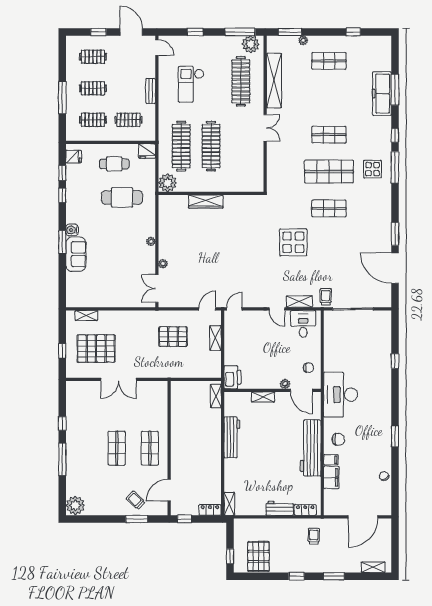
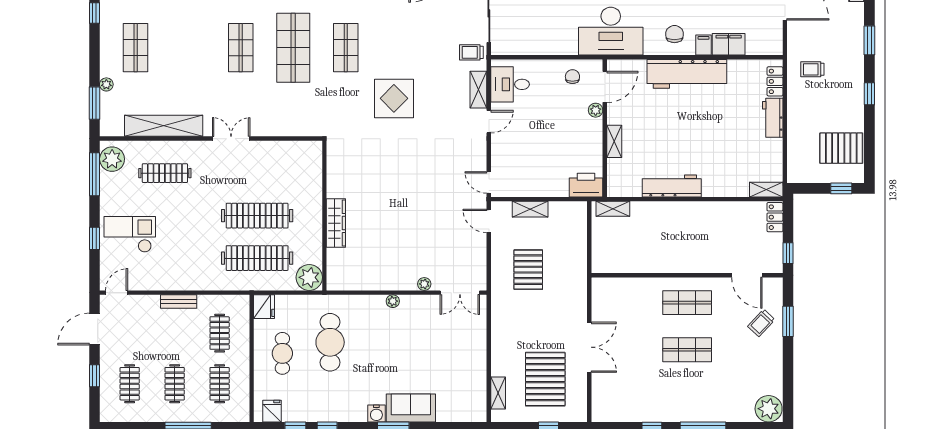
clothes rail: (241, 81) -> (165, 173), width x0.73, depth x0.76
checkout: (191, 84) -> (130, 234), moved, turned 180

